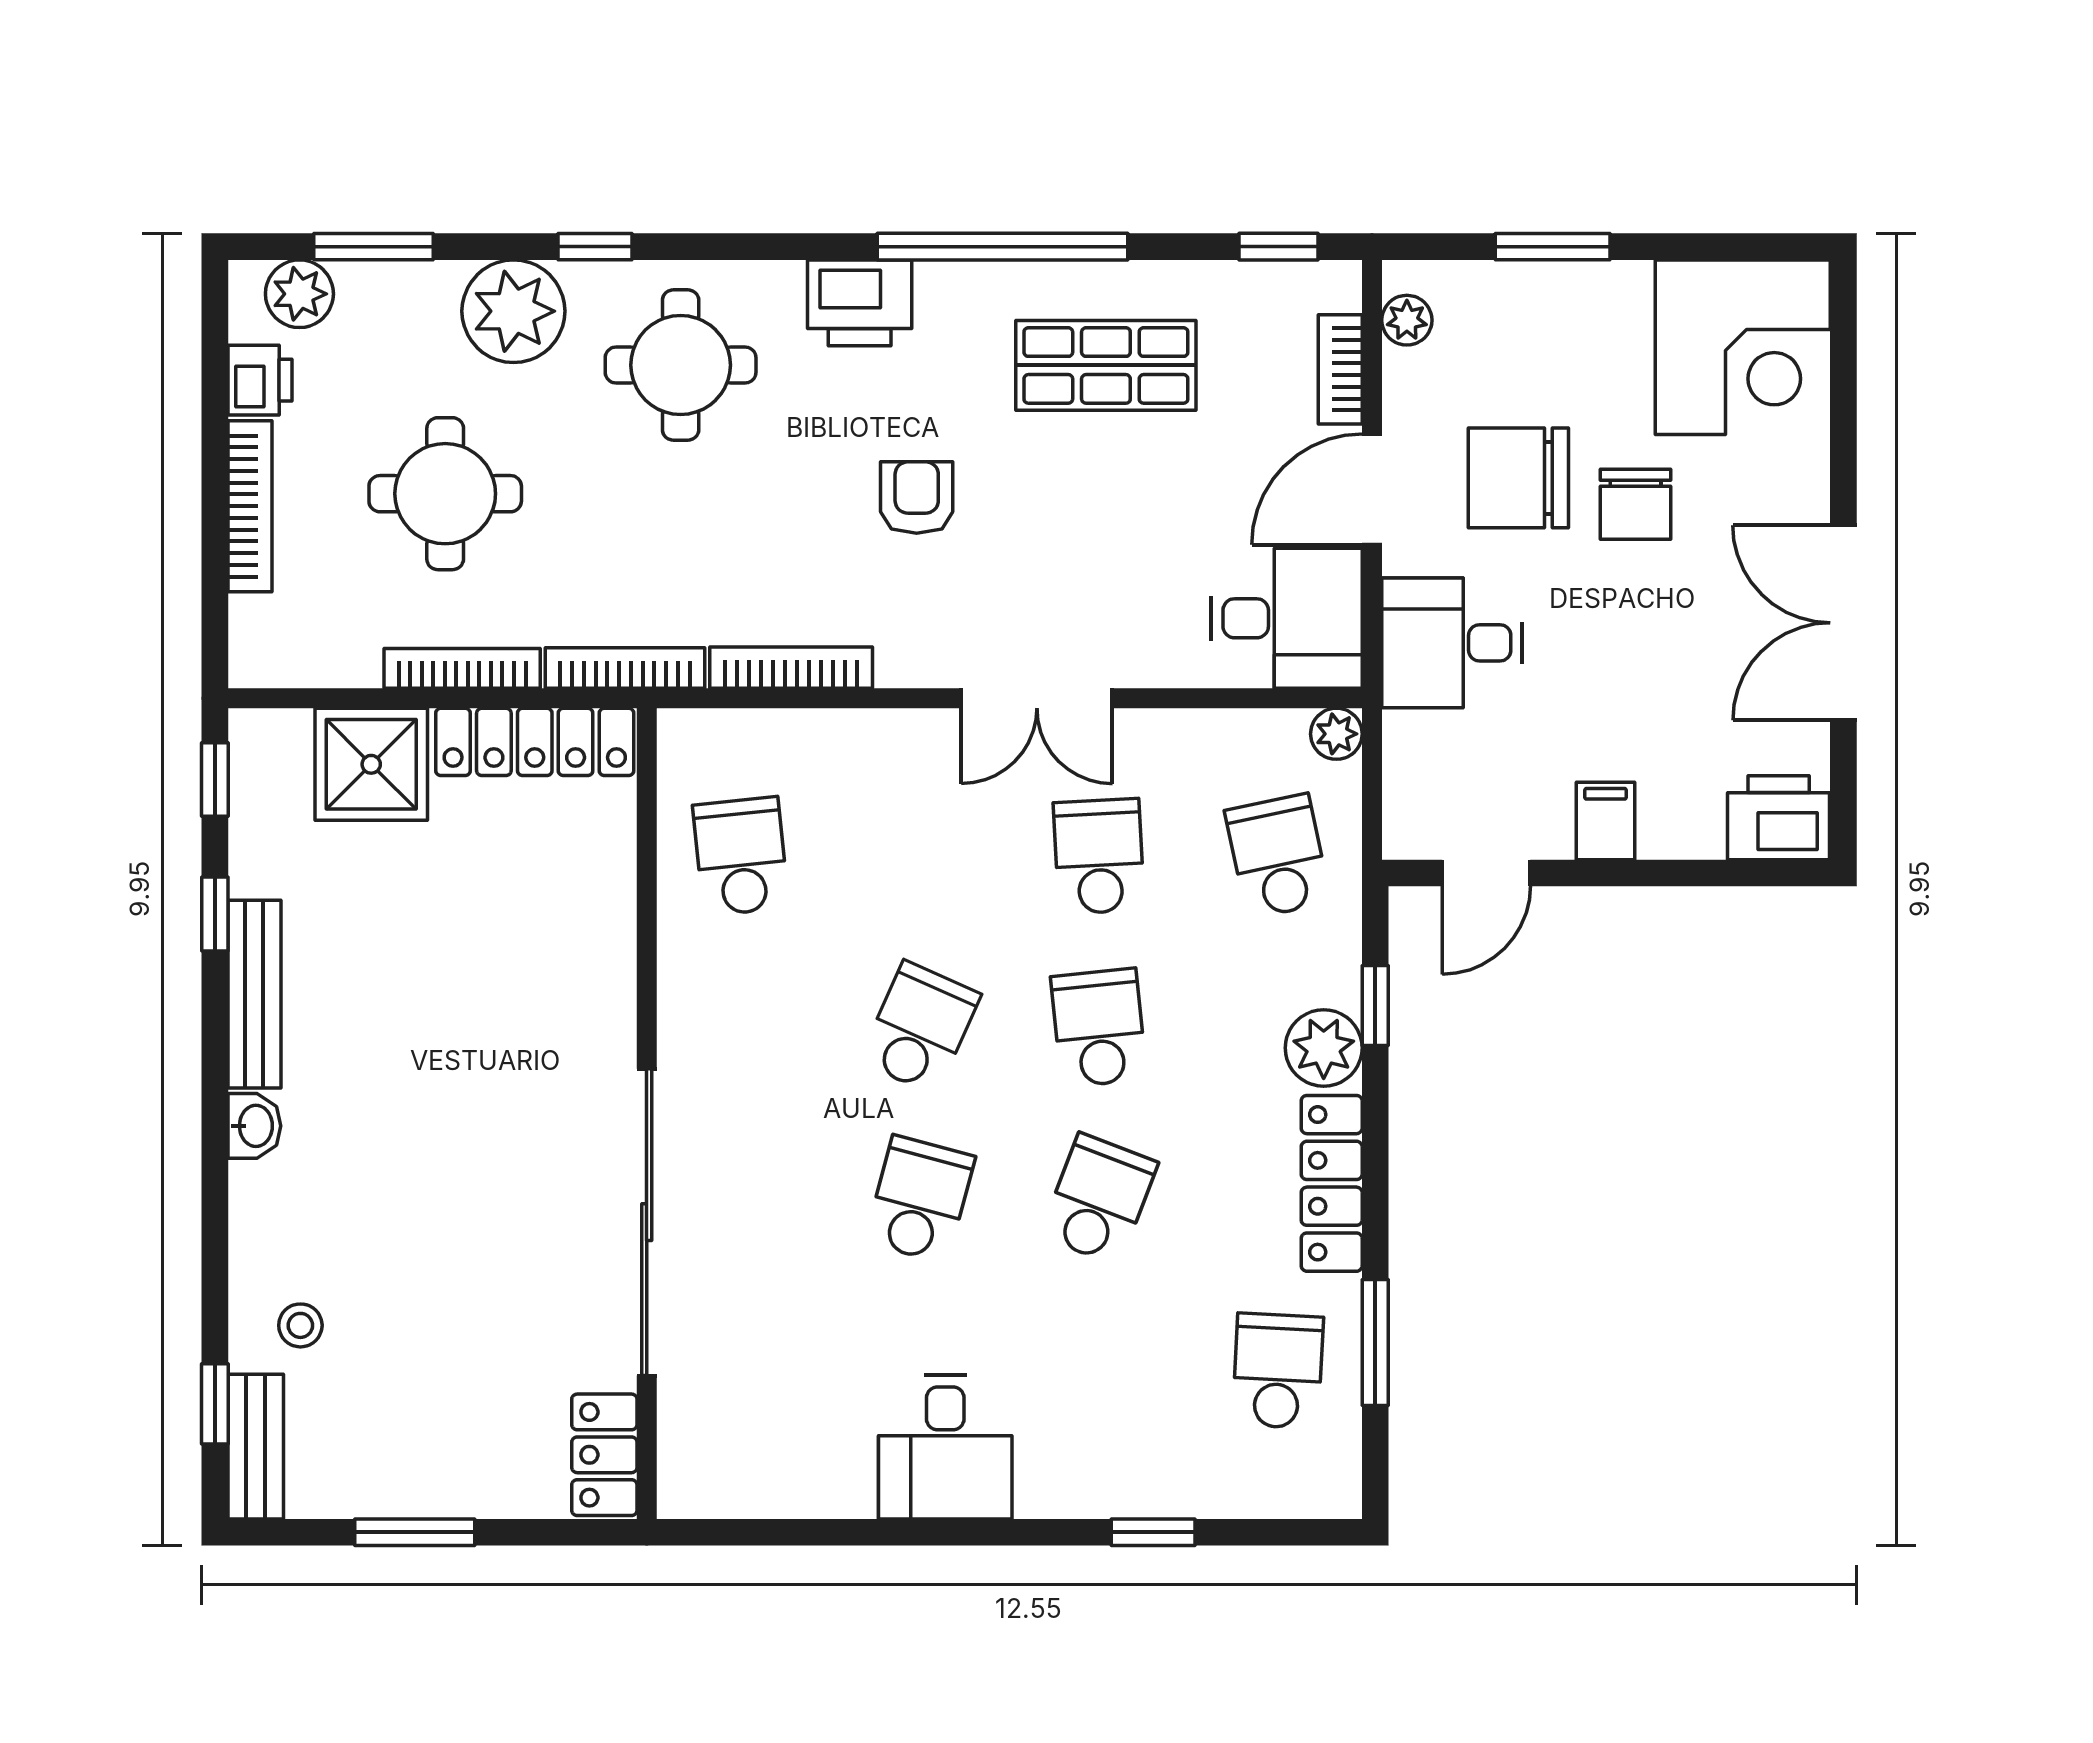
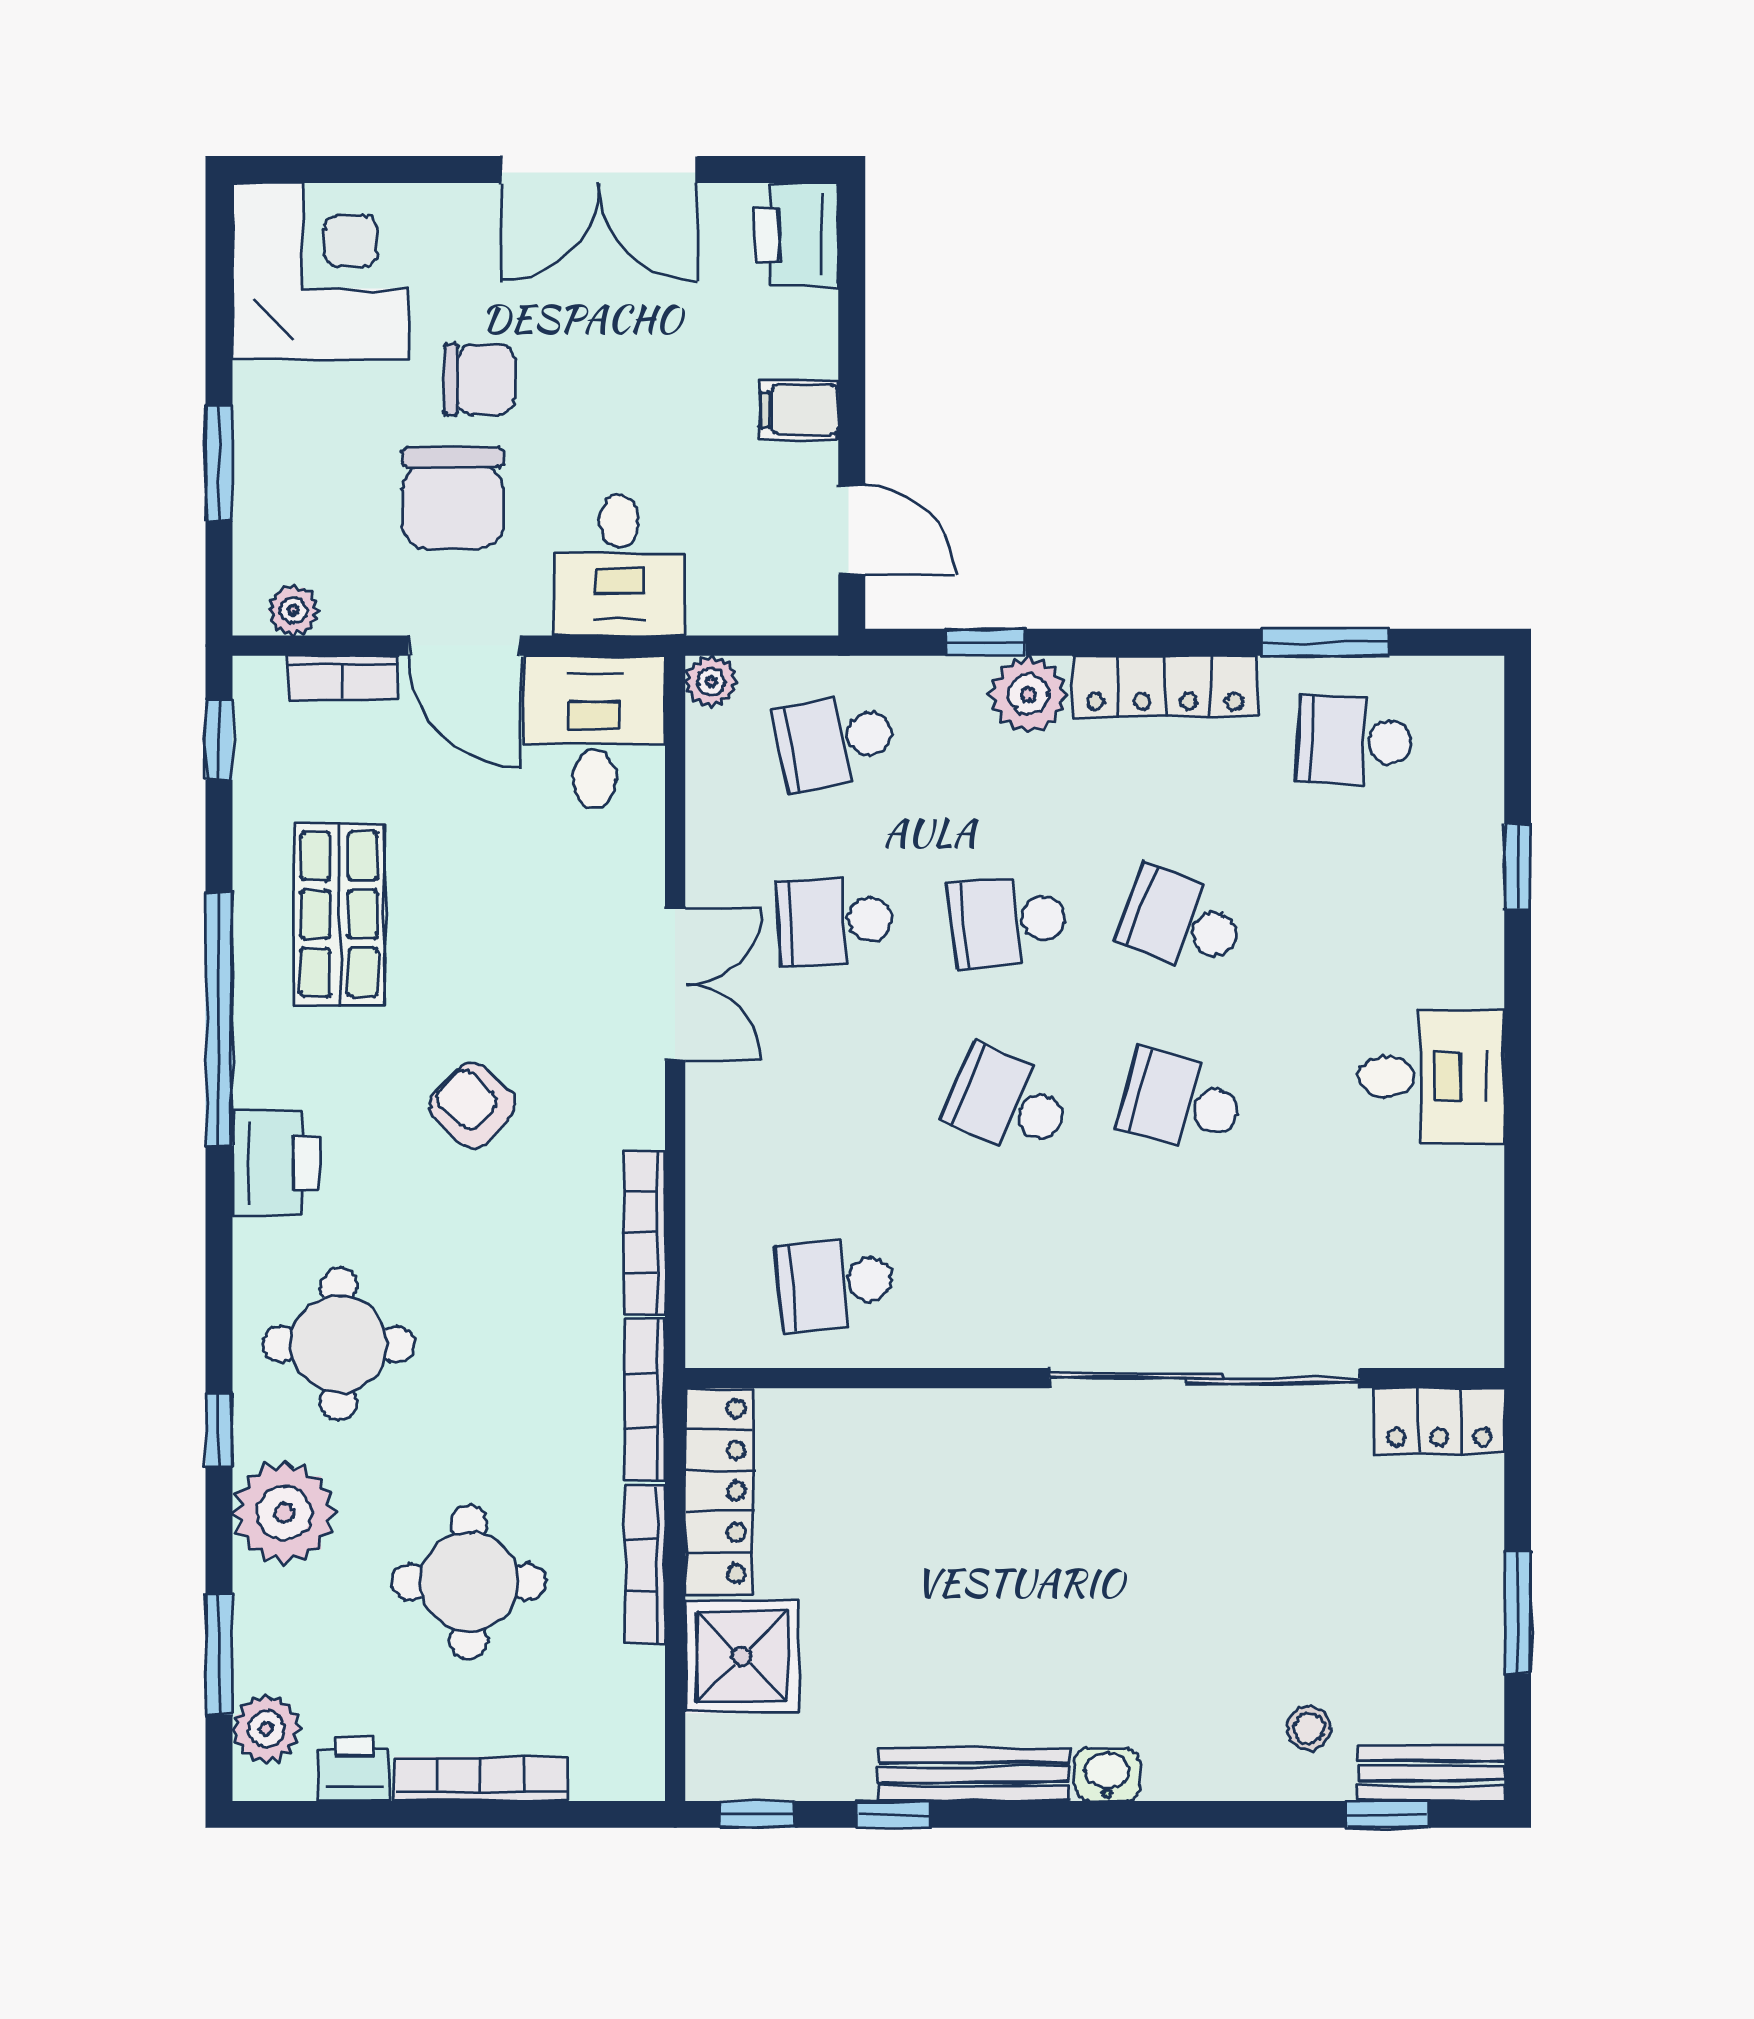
armchair: (917, 498) -> (473, 1105), turned 44

